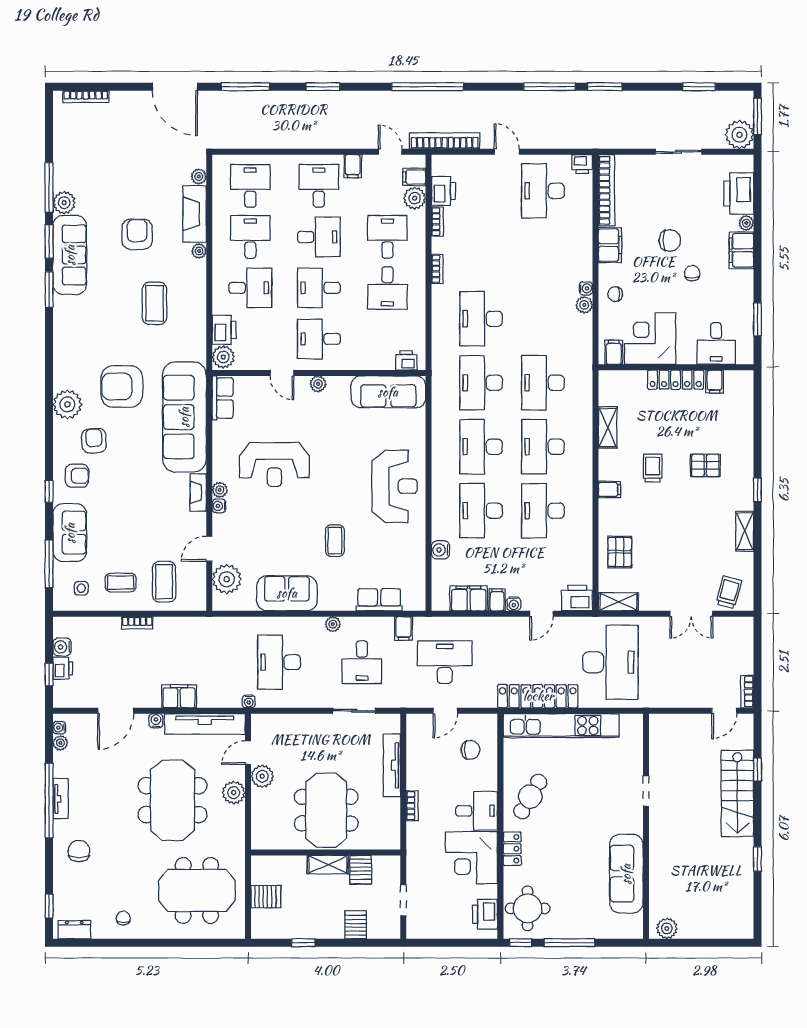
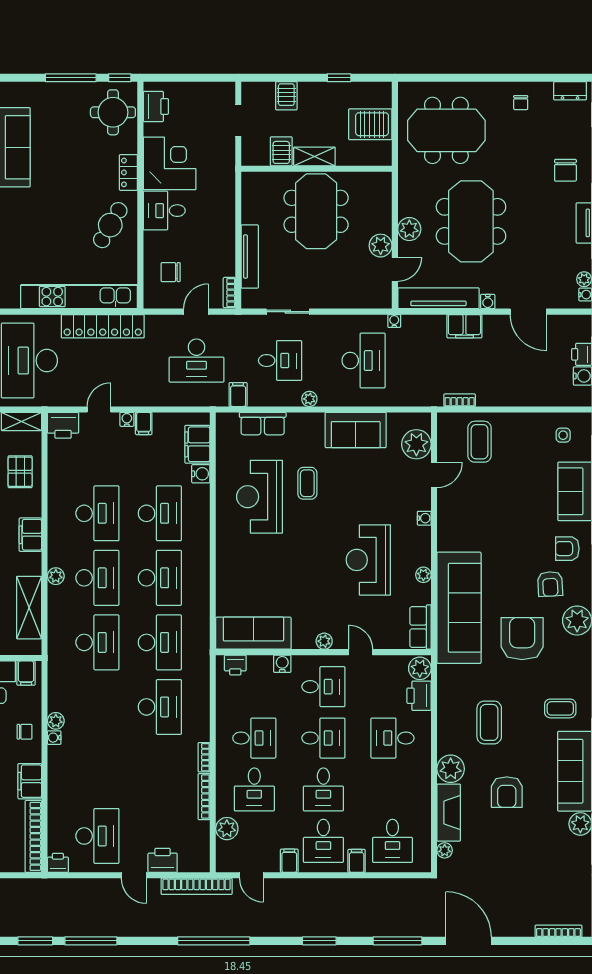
filing cabinet: (414, 177) -> (357, 861), moved, turned -90
printer: (443, 191) -> (163, 860), moved, turned 90
bookcase: (437, 222) -> (204, 797), width x1.56
desk: (250, 237) -> (393, 789), removed
desk: (319, 237) -> (323, 789), turned -90
plant: (199, 251) -> (451, 769), width x1.87, depth x1.87
desk: (387, 288) -> (254, 738), turned 90
water cooler: (360, 362) -> (282, 664), added
armchair: (122, 386) -> (522, 639), turned -90
shelving: (608, 428) -> (29, 608), width x1.50, depth x1.33
plant: (584, 448) -> (56, 576), added
reception desk: (274, 464) -> (368, 560), turned -90
reception desk: (395, 486) -> (259, 497), moved
filing cabinet: (609, 489) -> (30, 535), width x2.00
plant: (220, 490) -> (423, 575), moved
fireplace: (198, 493) -> (445, 532), removed
coffee table: (121, 583) -> (560, 708), moved
filing cabinet: (469, 598) -> (197, 444), moved, turned 90
bookcase: (137, 623) -> (460, 400), moved
desk: (362, 662) -> (280, 361), turned 90
door: (116, 711) -> (528, 312), swing flipped
bookcase: (412, 806) -> (229, 293), moved
server rack: (266, 897) -> (370, 124), width x1.36, depth x1.44

